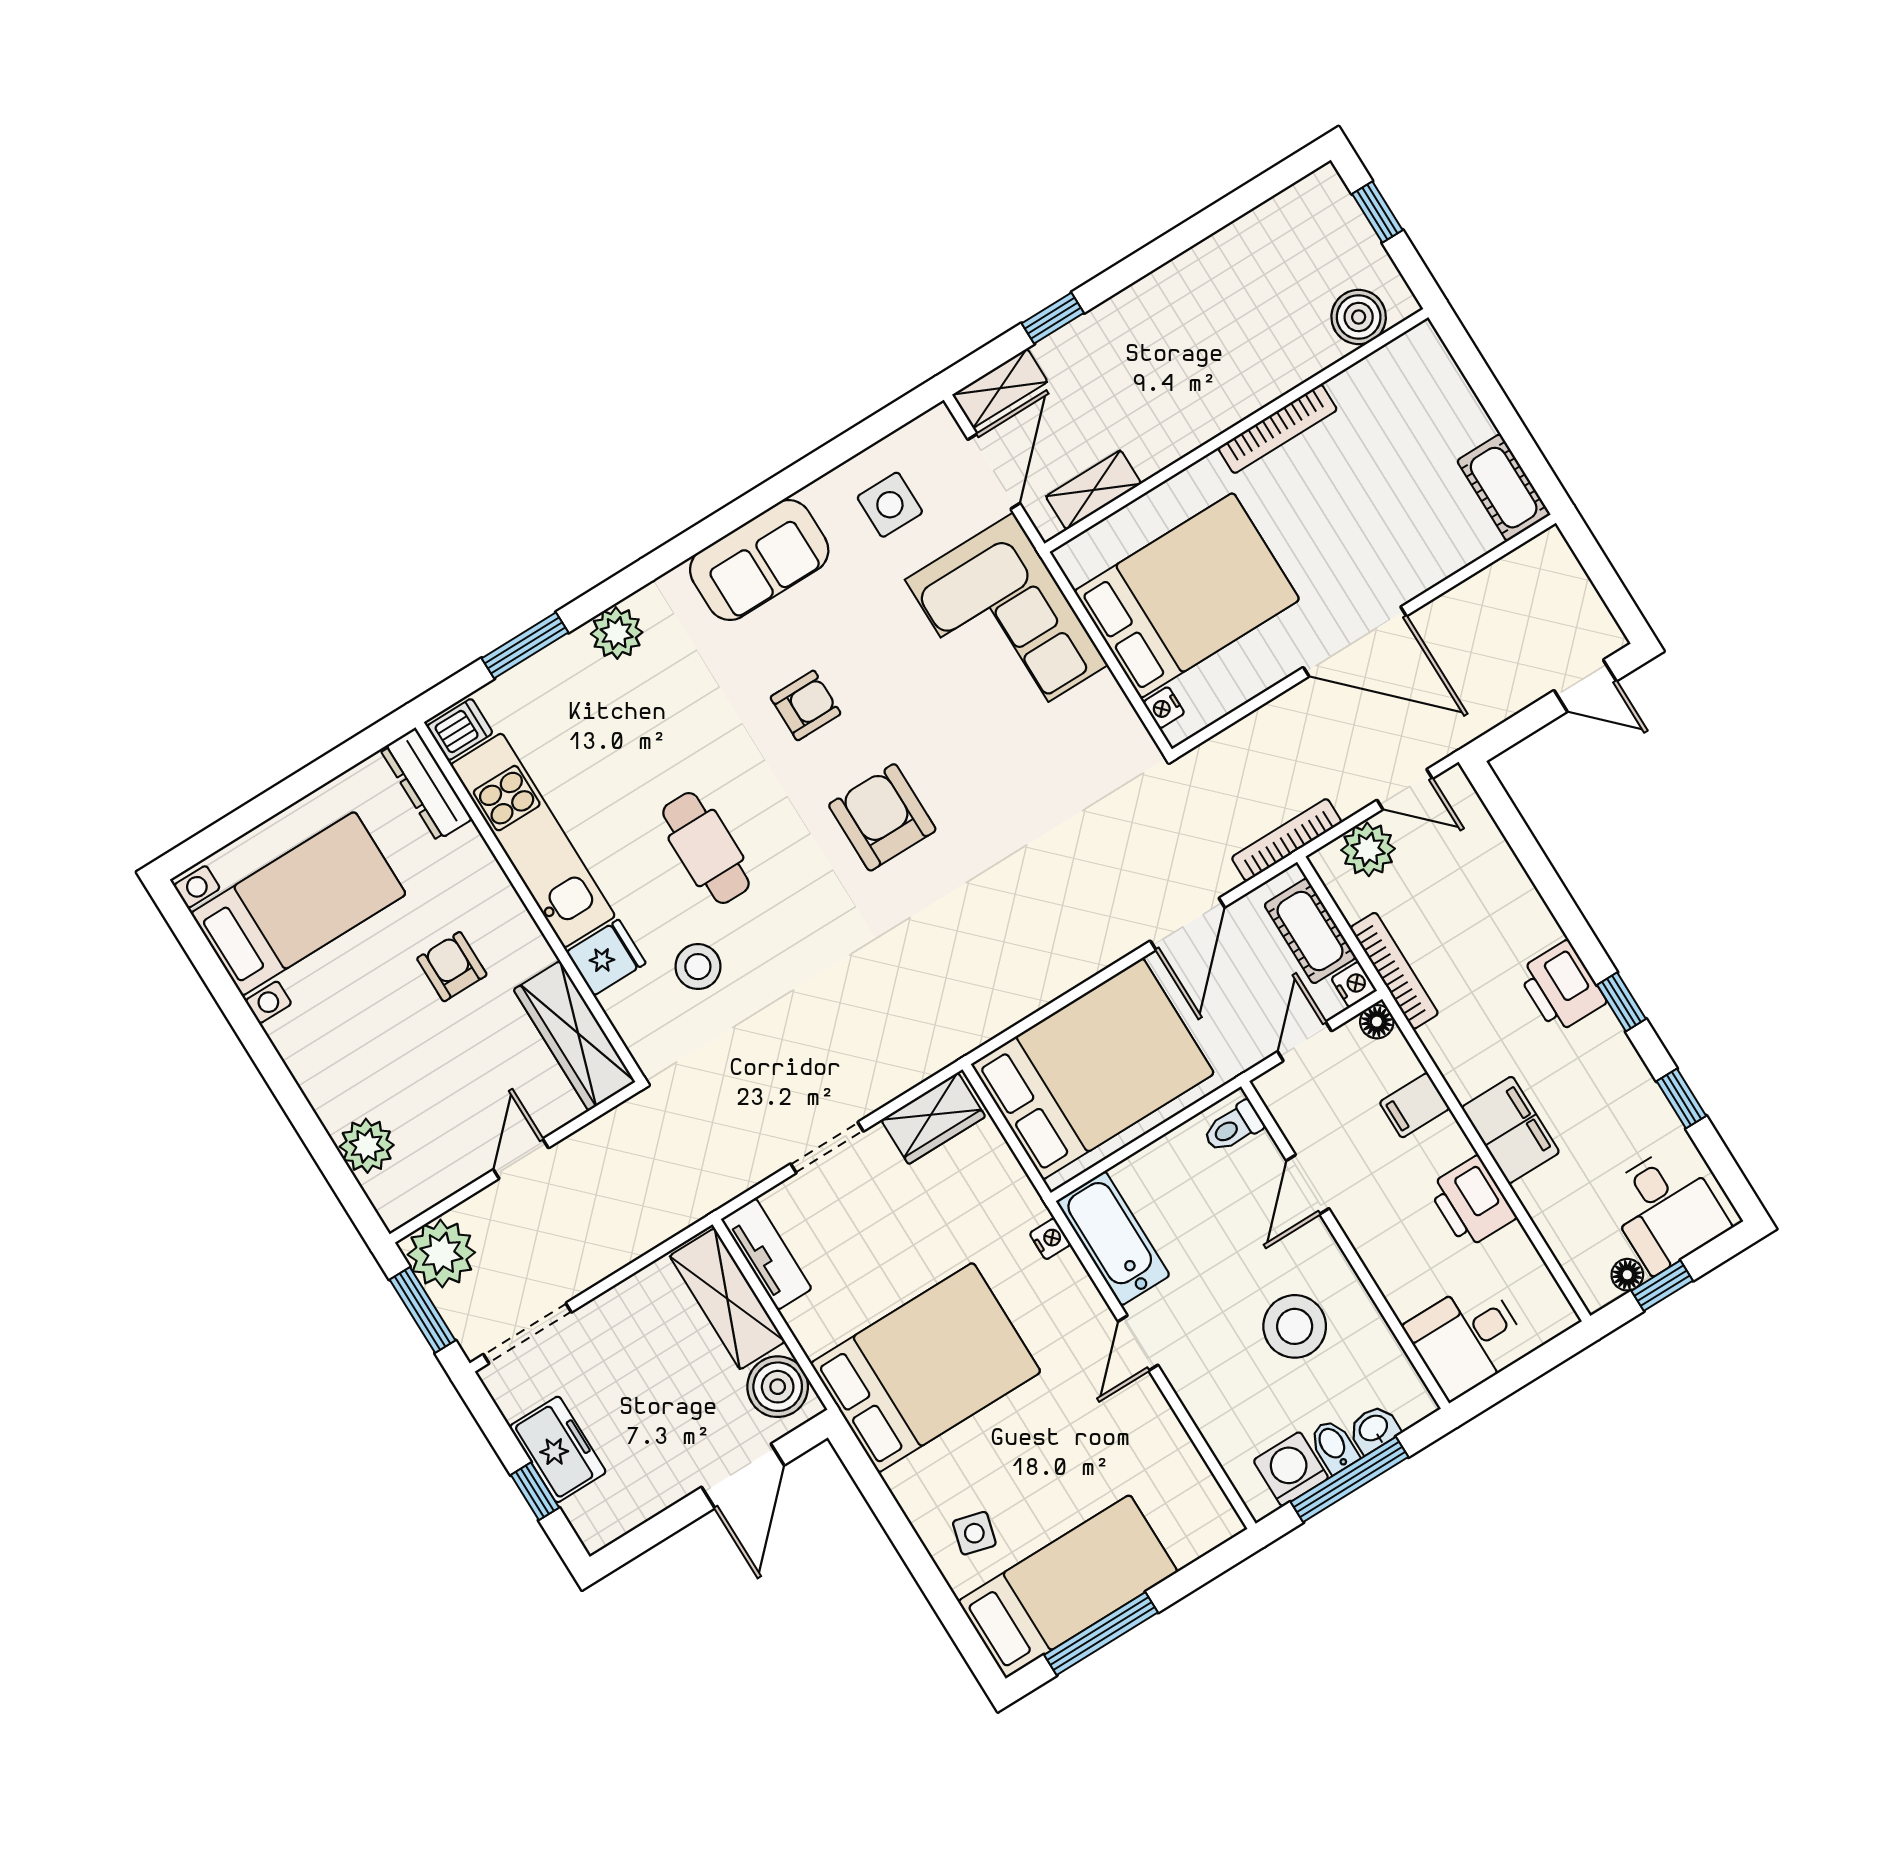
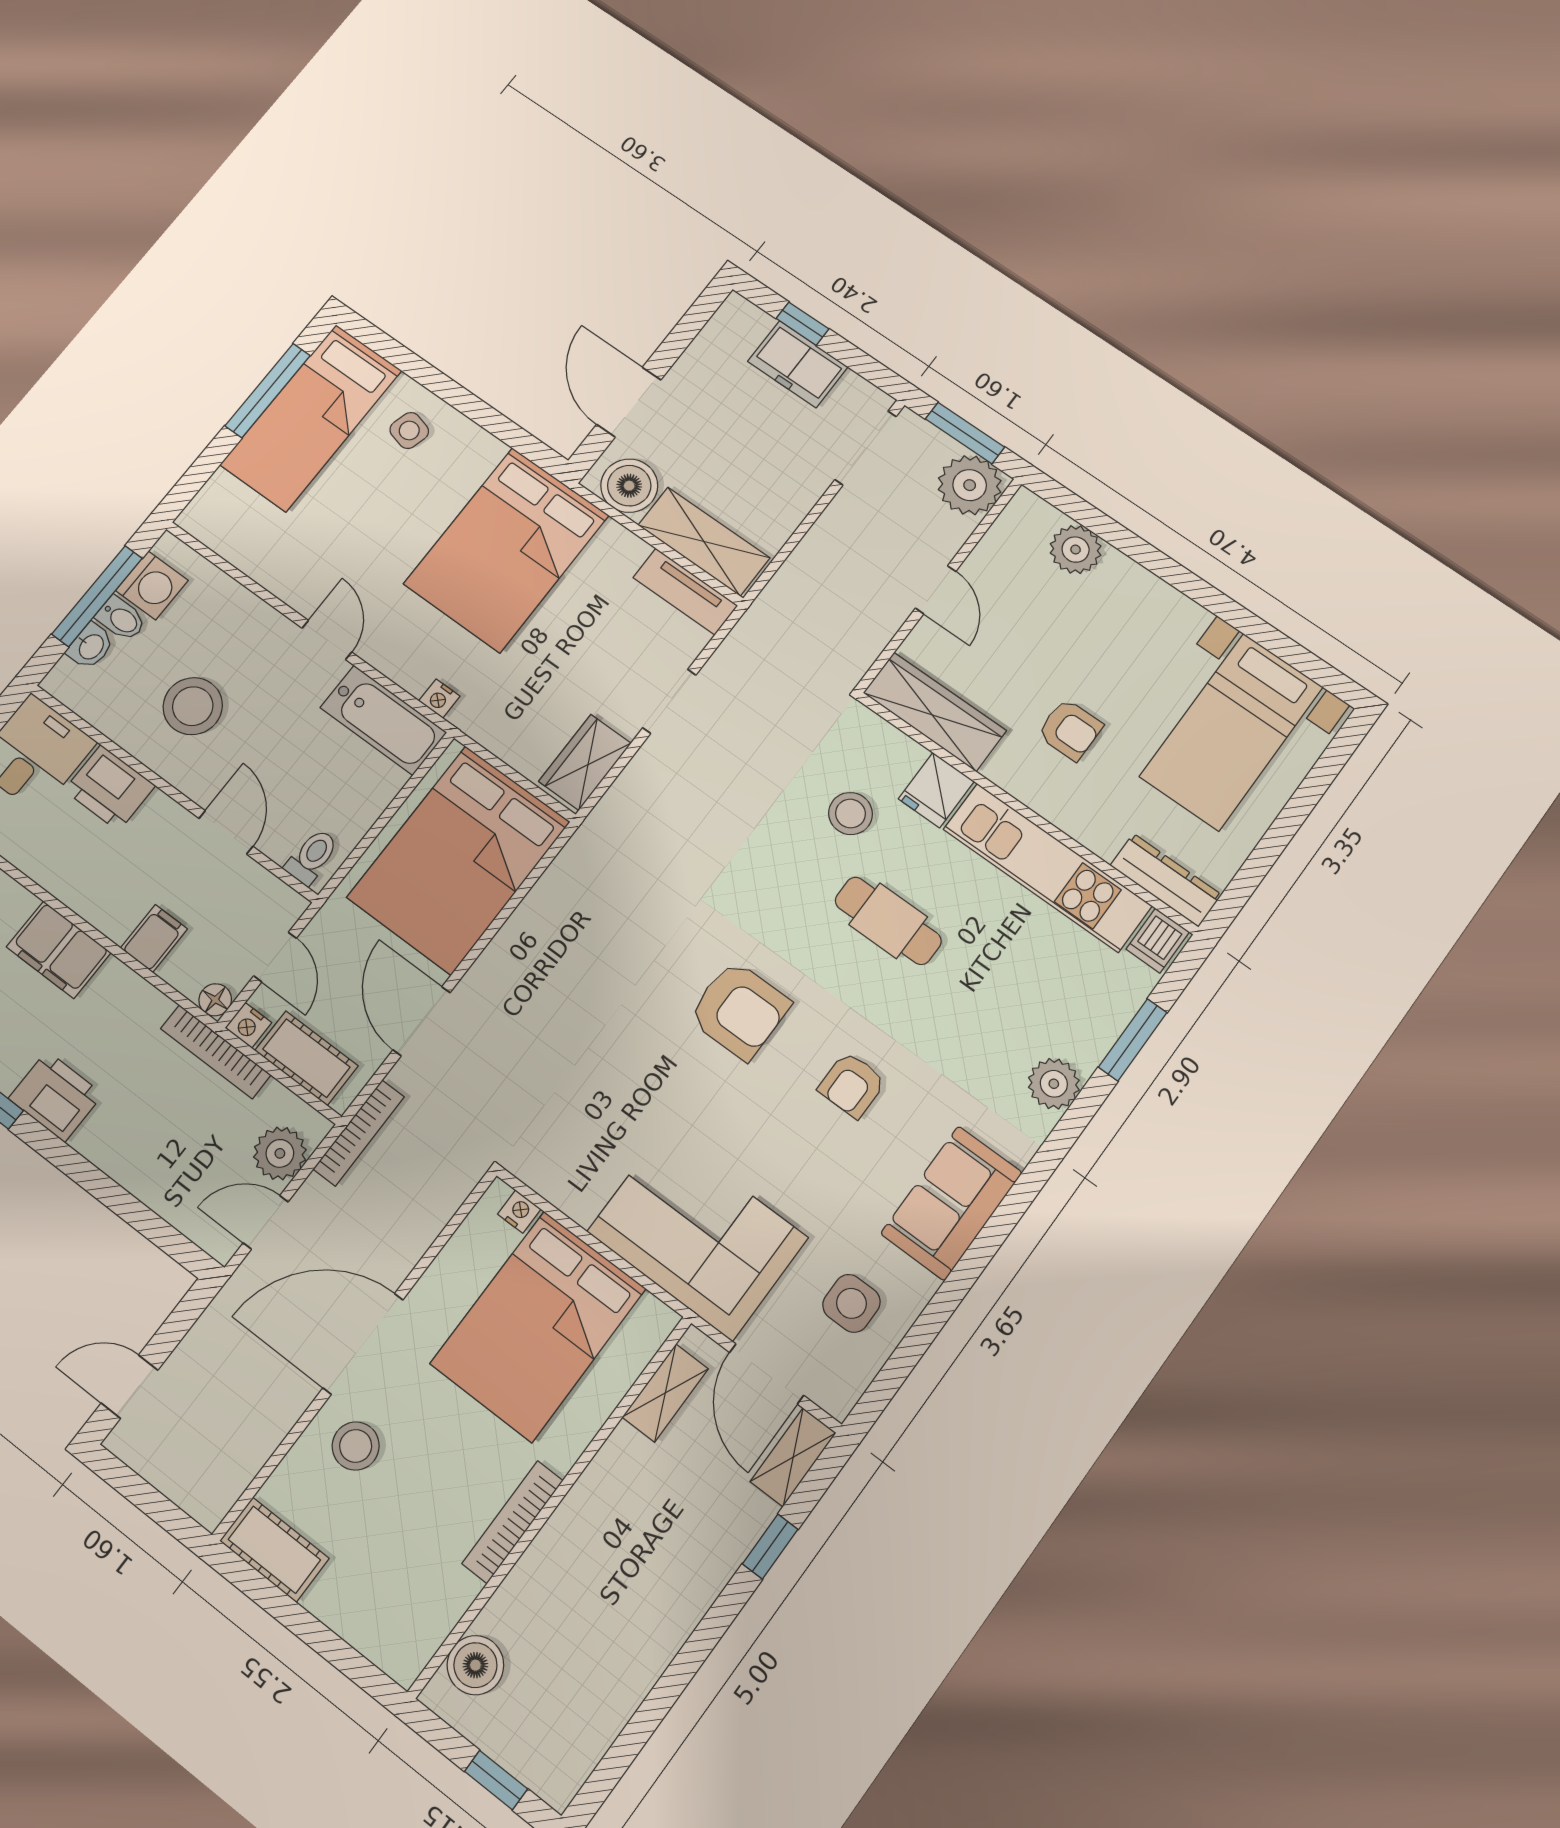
stool: (1396, 552) -> (356, 1446), added
printer: (1472, 1202) -> (110, 788), moved, turned 180

